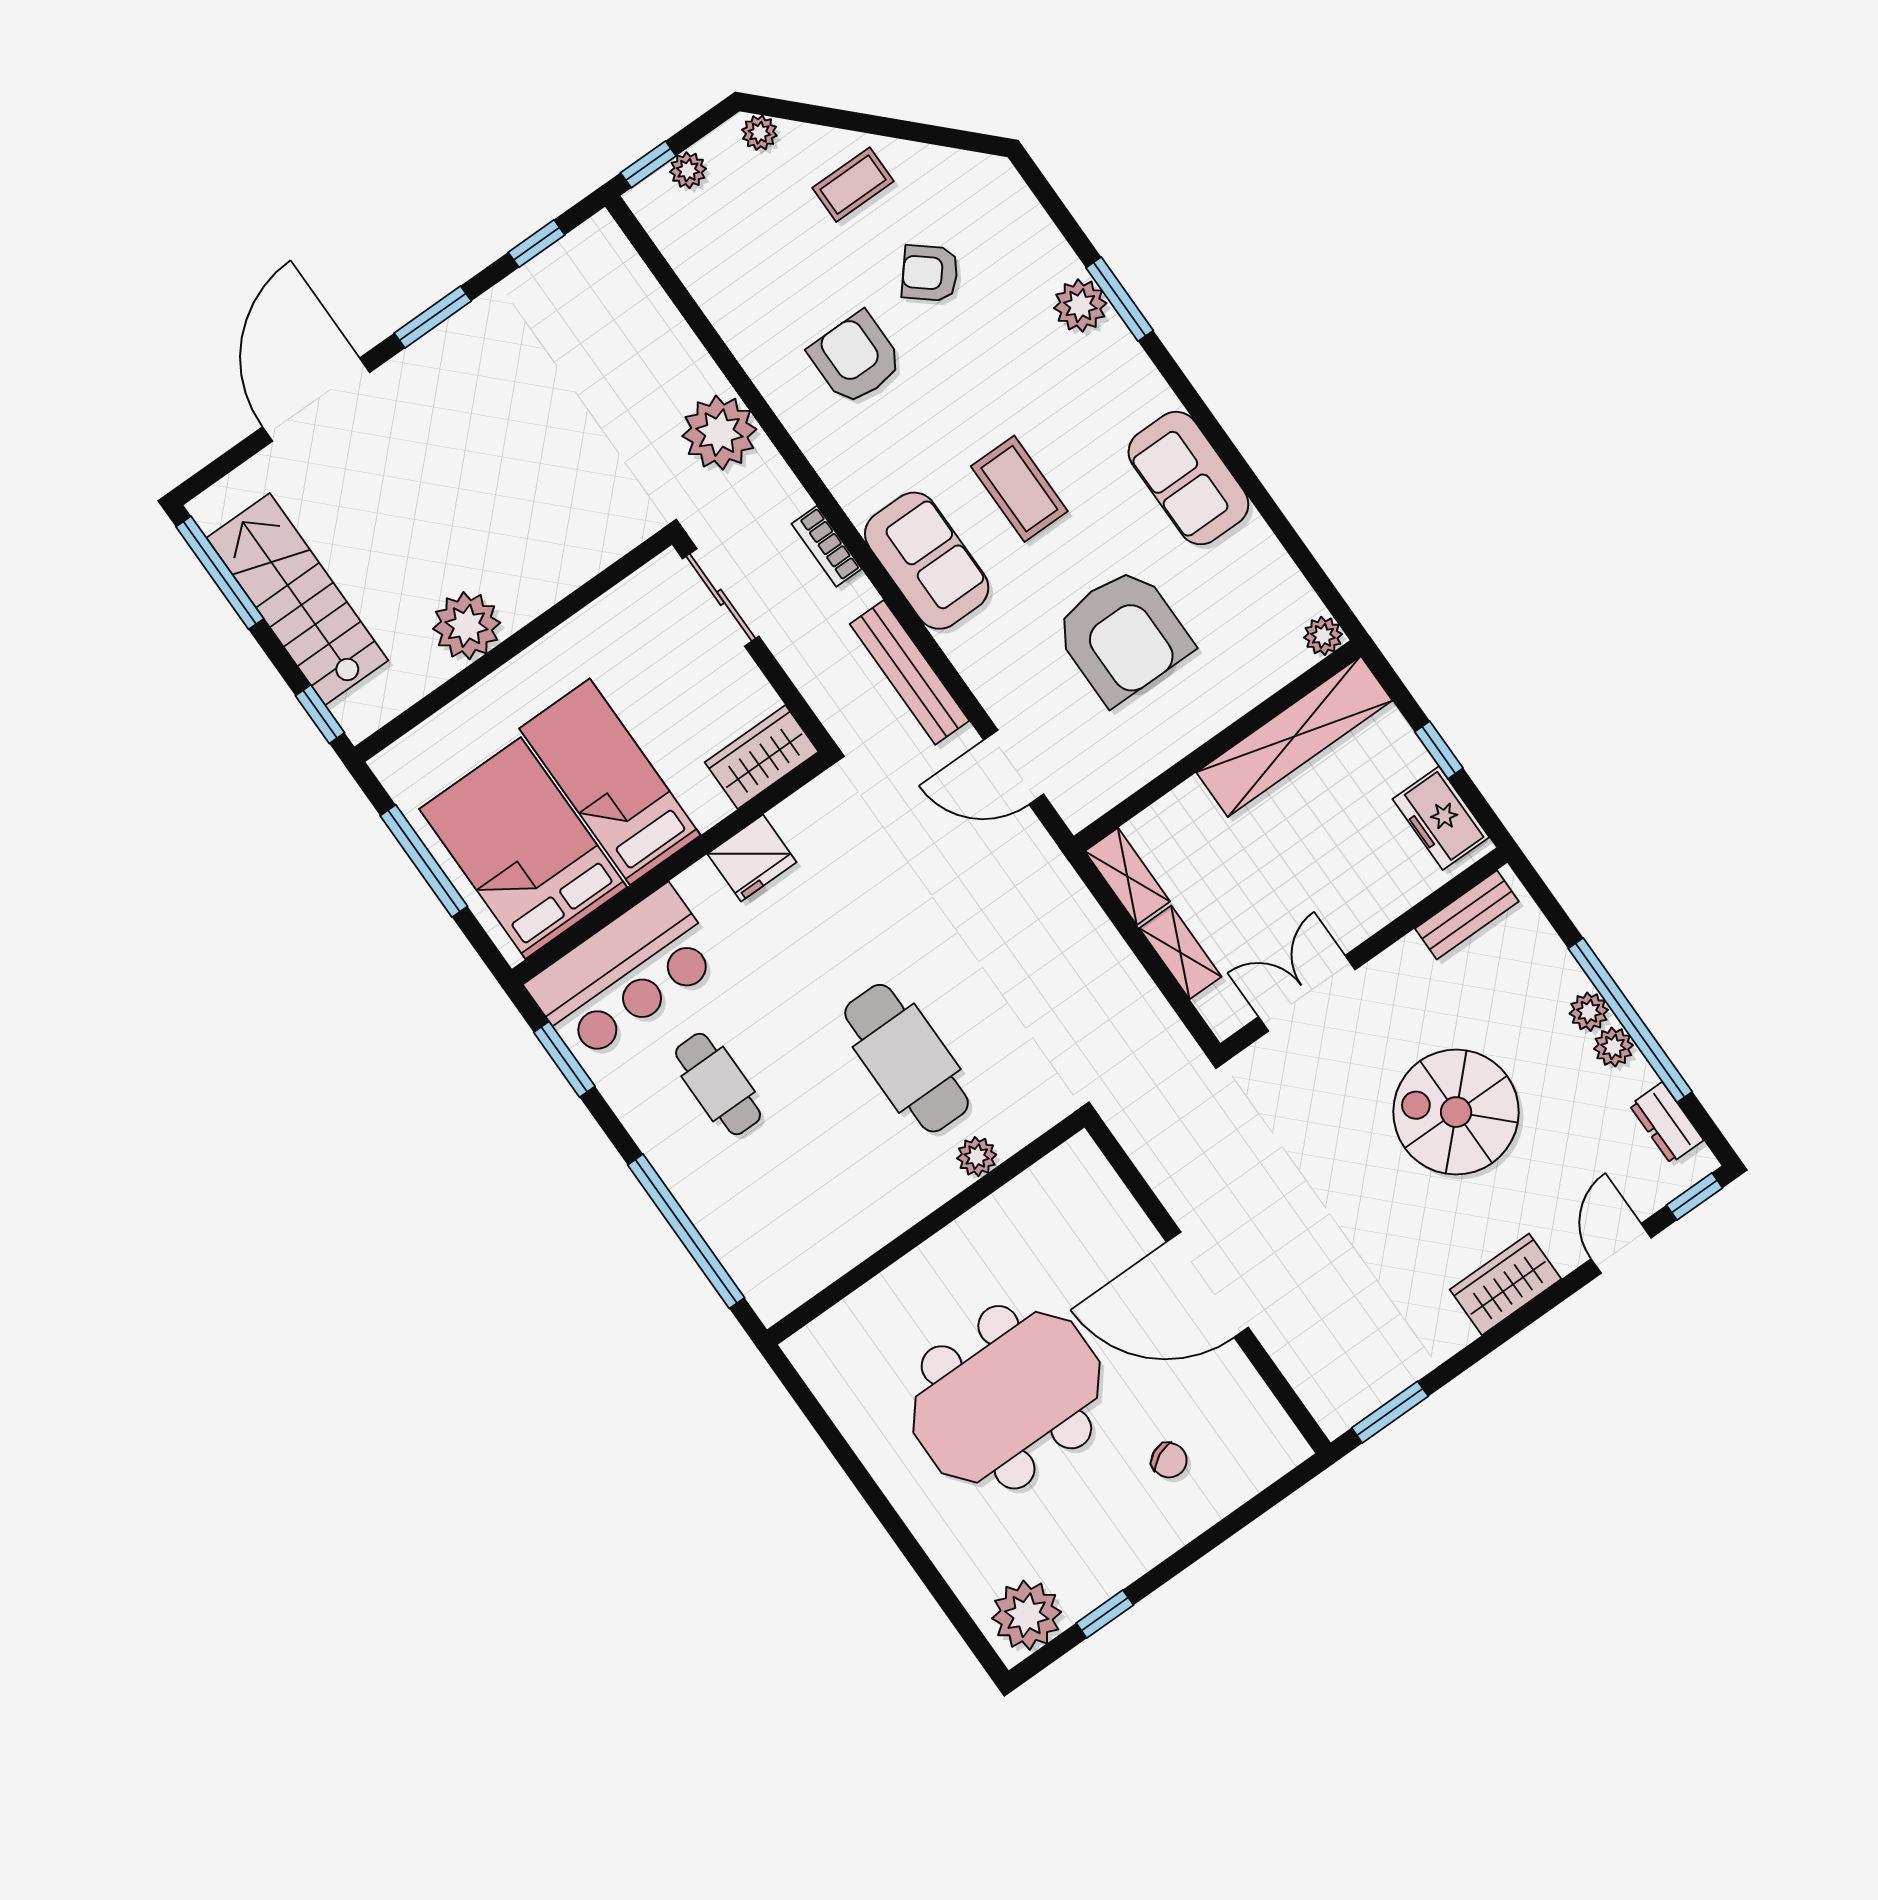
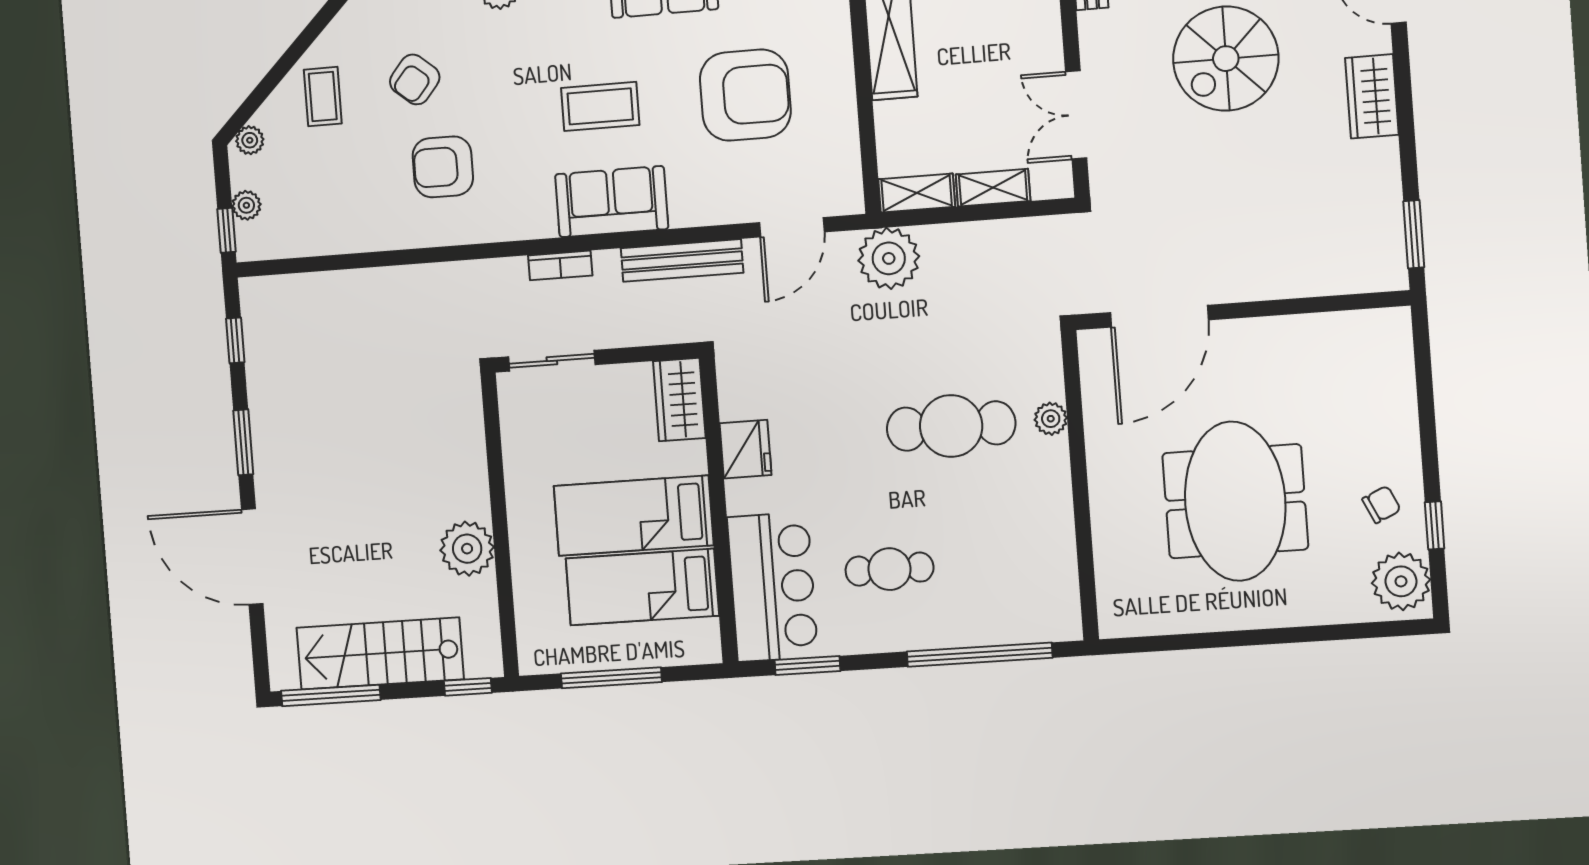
plant: (719, 433) -> (889, 258), moved
bed: (523, 848) -> (642, 587), width x0.67
door: (1207, 1285) -> (1159, 316), moved
chair: (1169, 1460) -> (1381, 504), moved

